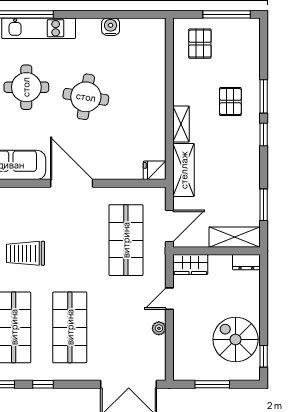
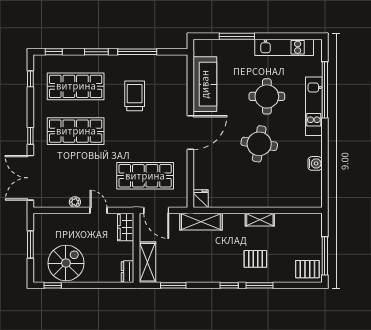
pallet: (200, 44) -> (307, 269), moved
shelving: (181, 124) -> (260, 220), moved
window: (43, 384) -> (30, 136), moved

